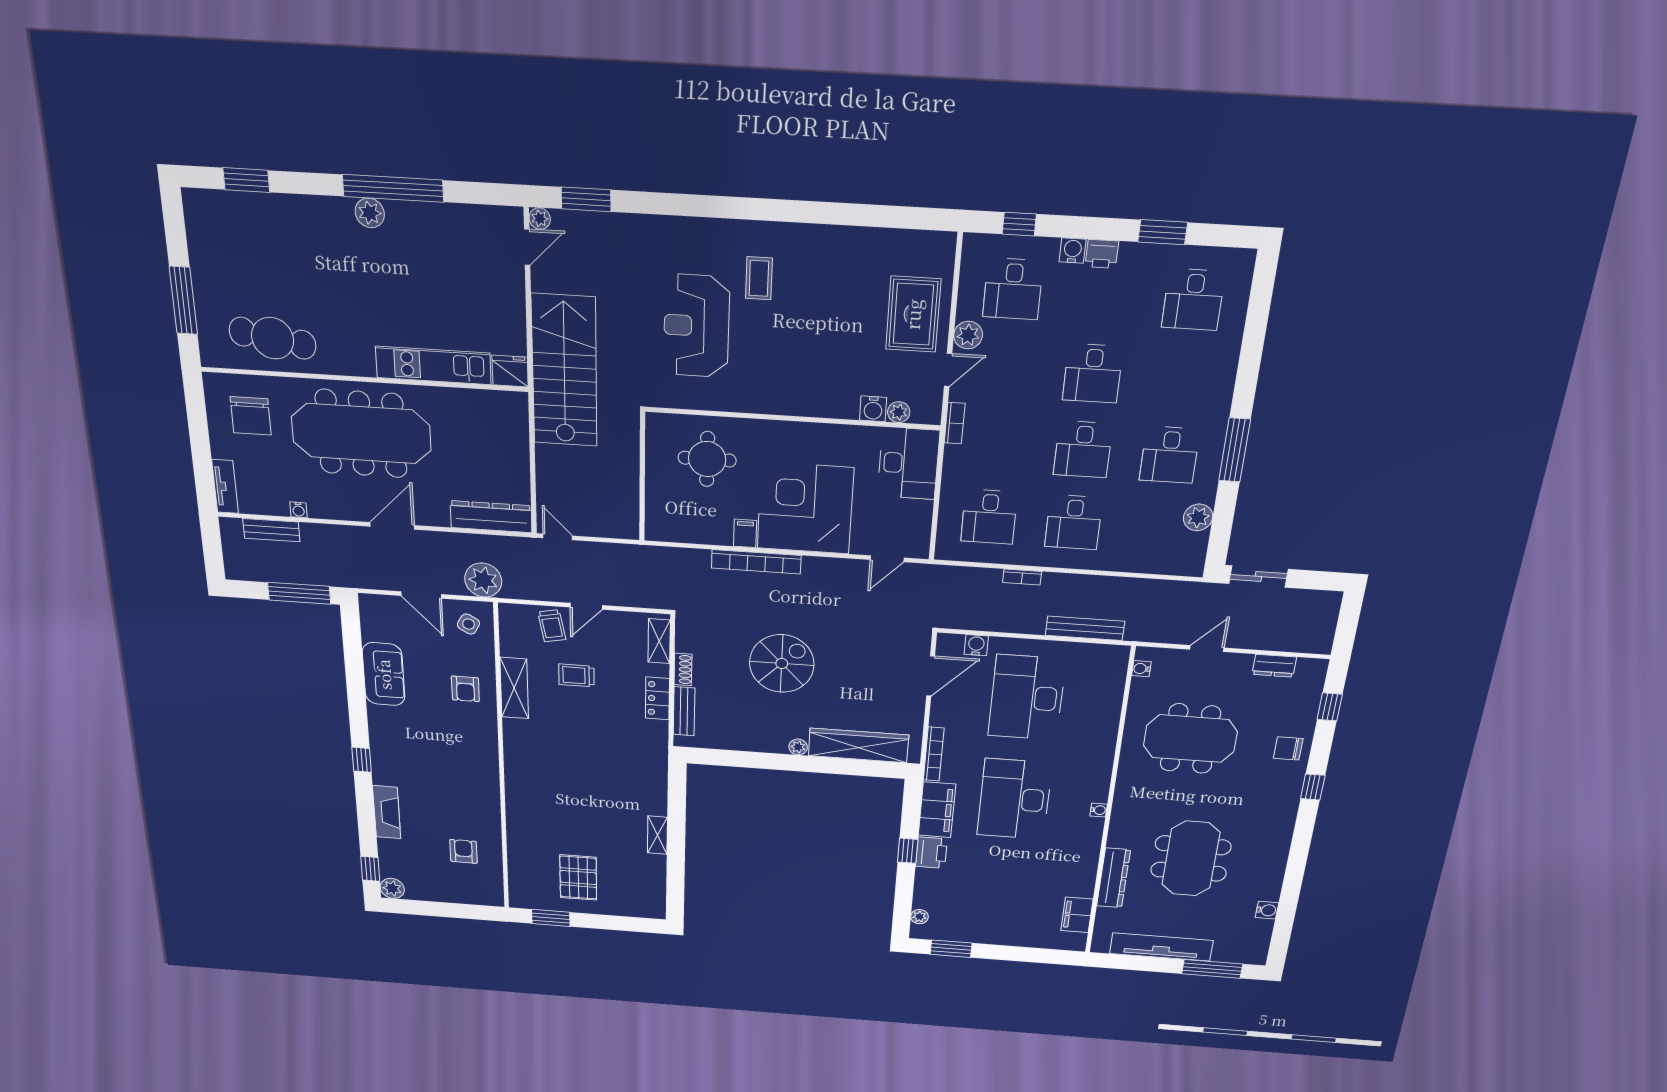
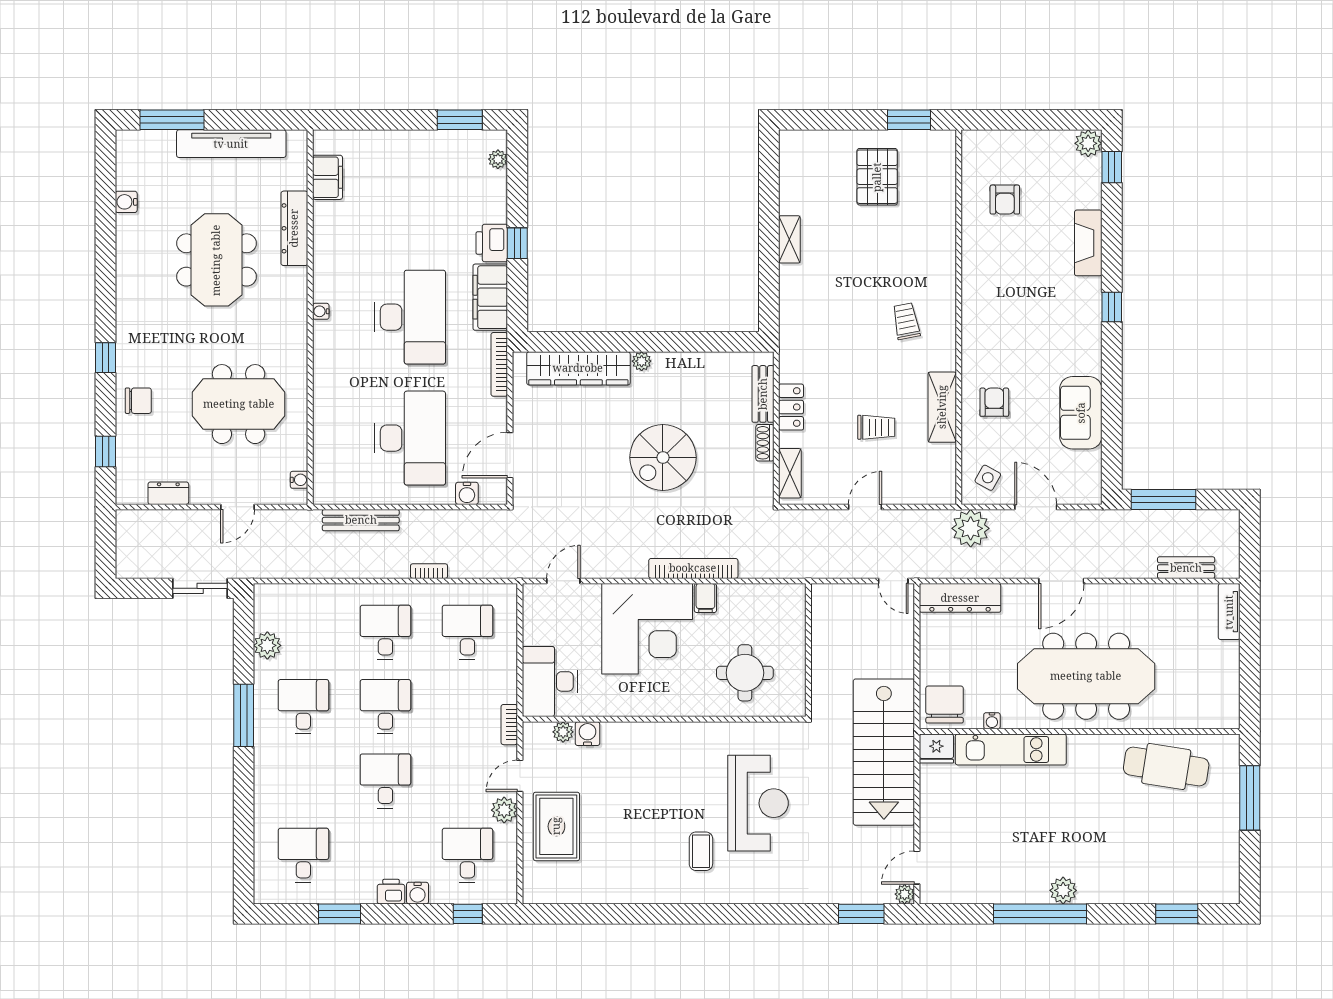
chair: (251, 416) -> (945, 705), moved
water cooler: (299, 510) -> (992, 721), moved, turned 180
trolley: (552, 626) -> (906, 321), moved

